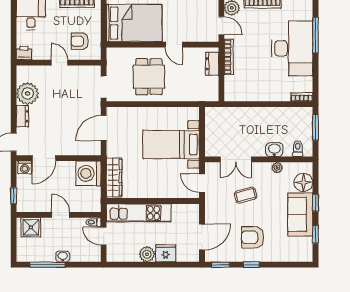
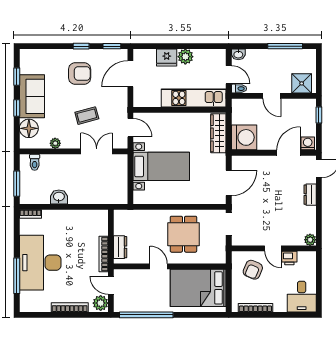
armchair: (80, 41) -> (253, 270), turned 113
printer: (24, 53) -> (289, 258), moved
plant: (28, 93) -> (310, 240), moved, width x0.53, depth x0.53
washbasin: (274, 150) -> (59, 197), moved, turned 180
washbasin: (63, 256) -> (238, 54), moved

